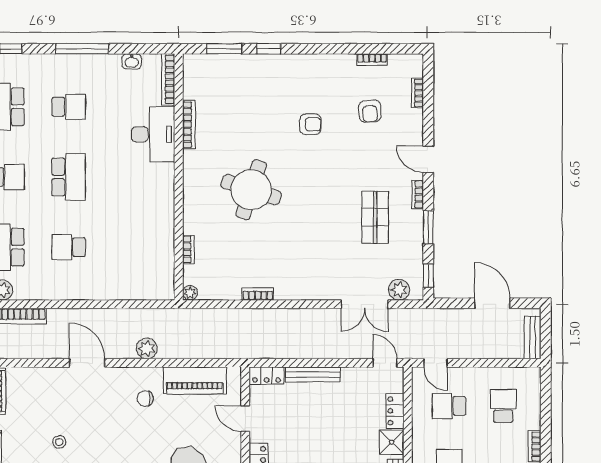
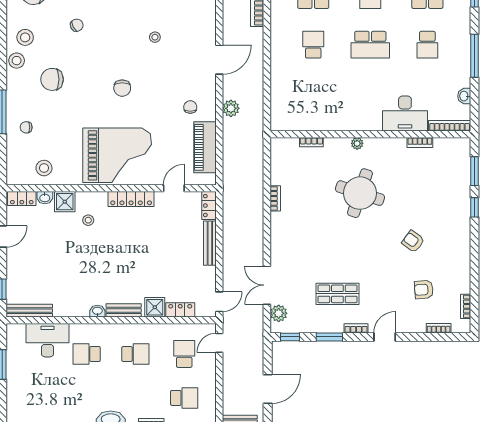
bookcase: (372, 60) -> (466, 306), moved
armchair: (310, 124) -> (413, 241), turned 126
bookcase: (189, 125) -> (420, 142), width x0.64
plant: (190, 293) -> (357, 143), moved

